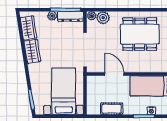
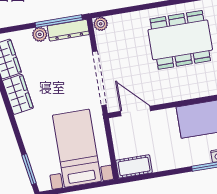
plant: (103, 18) -> (119, 24), removed
door: (114, 74) -> (136, 111), moved
cot: (112, 109) -> (134, 166), moved

